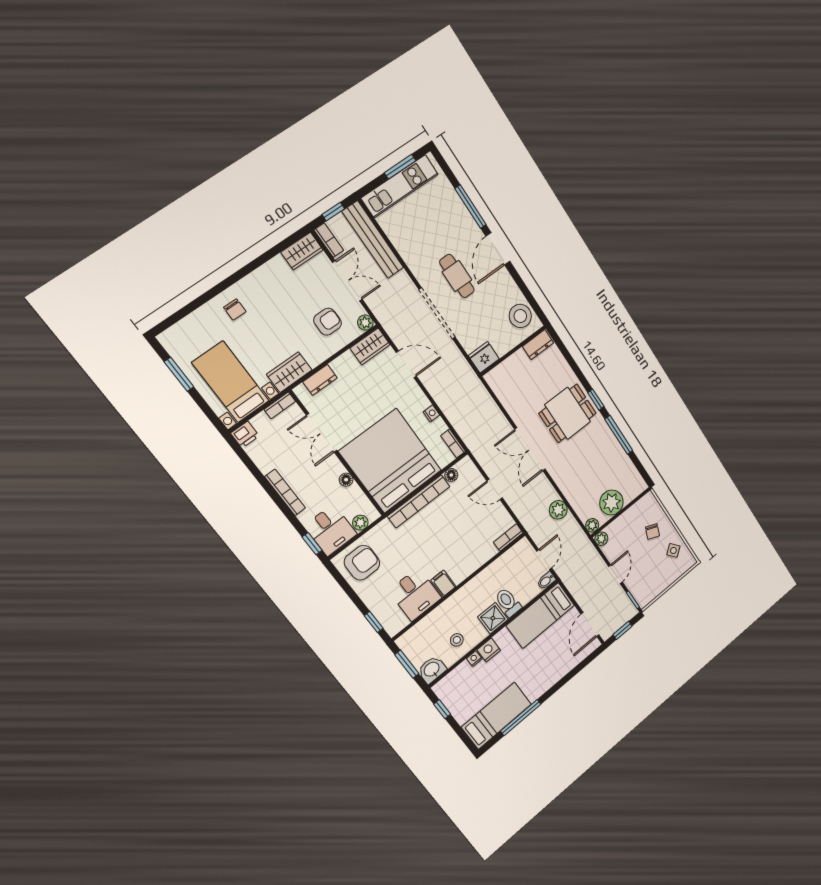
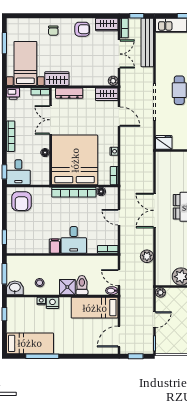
armchair: (328, 322) -> (82, 29), moved
dresser: (320, 380) -> (69, 93), width x1.44
plant: (360, 523) -> (36, 180), removed
plant: (592, 525) -> (160, 281), removed
door: (544, 560) -> (119, 278), swing flipped
armchair: (362, 563) -> (21, 201), turned 90
desk: (415, 594) -> (74, 240), moved

